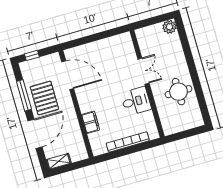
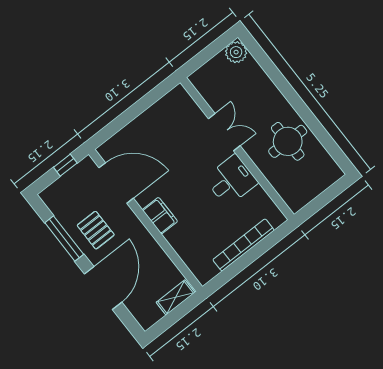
window: (32, 55) -> (65, 165), moved
pallet: (44, 98) -> (96, 230), width x0.67, depth x0.71
filing cabinet: (91, 122) -> (160, 216), moved
shelving: (59, 161) -> (176, 297), moved

